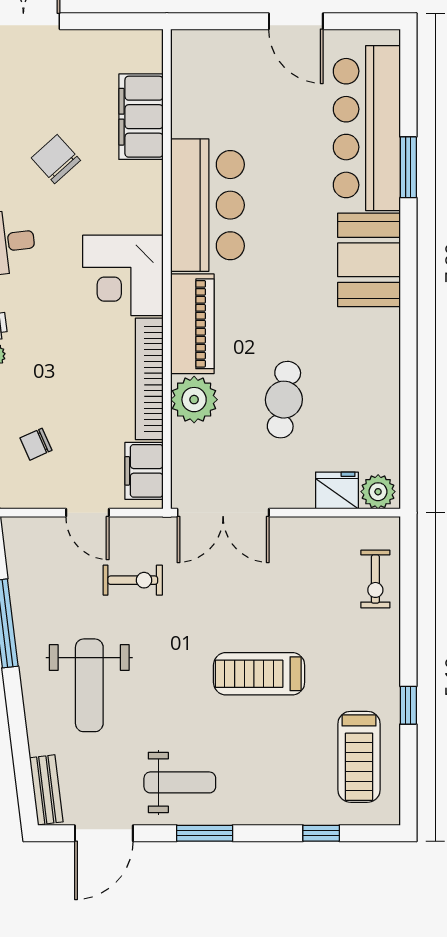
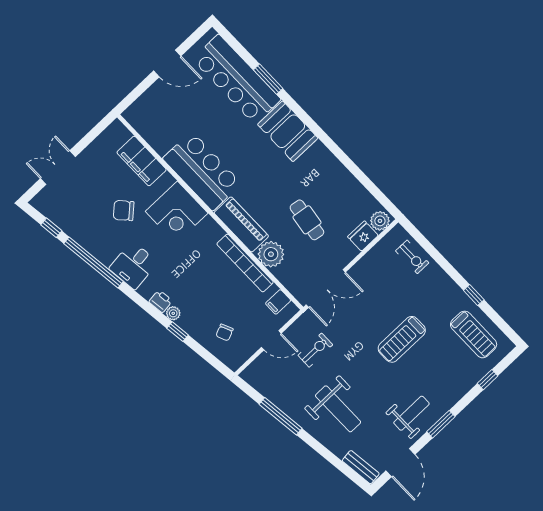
corner desk: (123, 275) -> (177, 212), moved
filing cabinet: (144, 471) -> (278, 302), width x0.50

